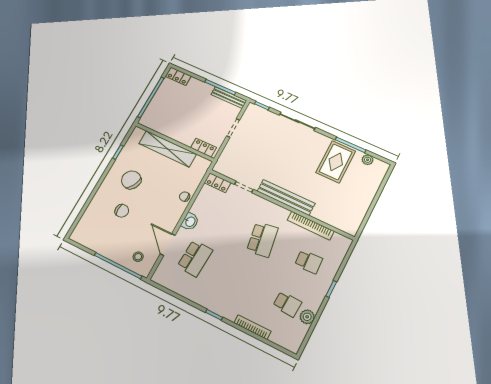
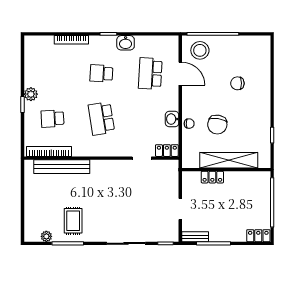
bench: (229, 98) -> (195, 237), width x0.73
locker: (203, 148) -> (212, 177), moved
rug: (336, 162) -> (73, 221), width x0.73, depth x0.70
chair: (131, 180) -> (217, 125), moved, turned 70
bench: (286, 197) -> (62, 167), moved
washbasin: (190, 222) -> (172, 119), moved
bookcase: (311, 226) -> (49, 151), moved
stool: (138, 257) -> (200, 50), width x1.89, depth x1.89
washbasin: (202, 298) -> (126, 43), added
school desk: (287, 304) -> (101, 73), moved
plant: (307, 317) -> (31, 94), moved

